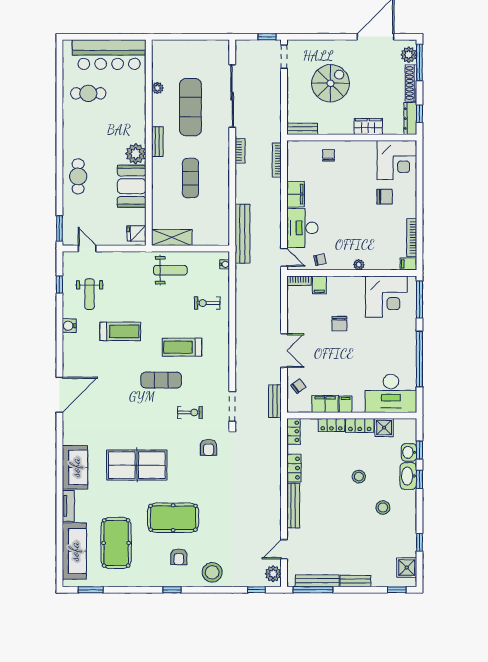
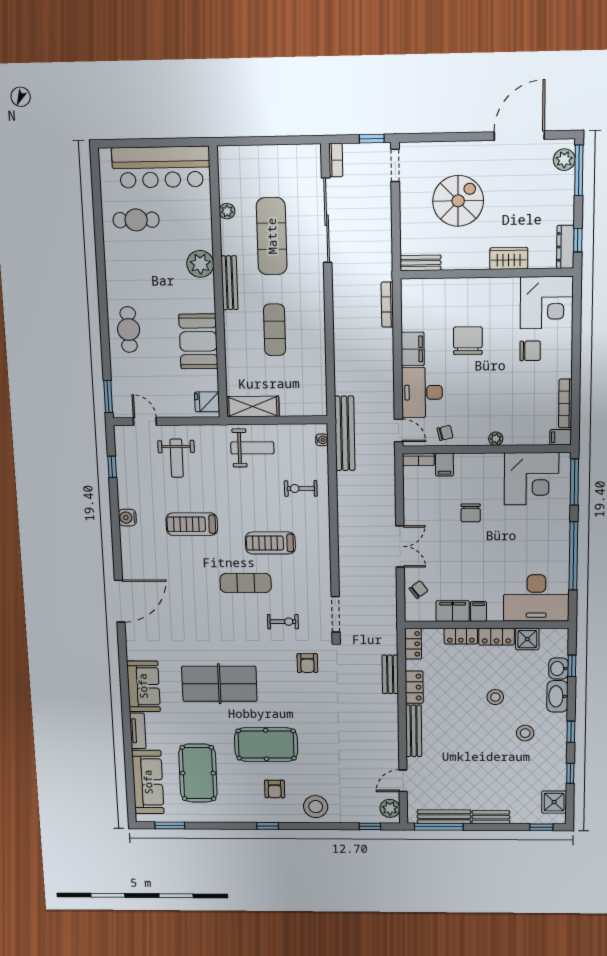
shoe rack: (411, 83) -> (567, 199), removed
bench: (157, 142) -> (230, 283), width x1.36
bookcase: (240, 151) -> (336, 160), moved
plant: (136, 154) -> (200, 264), moved
chair: (329, 155) -> (468, 341), moved, width x1.87, depth x1.87
bench: (242, 234) -> (345, 433), moved
weight bench: (90, 294) -> (177, 458), moved
treadmill: (120, 331) -> (192, 524), turned 180
bench: (275, 401) -> (390, 674), moved
window: (419, 479) -> (571, 732), moved

